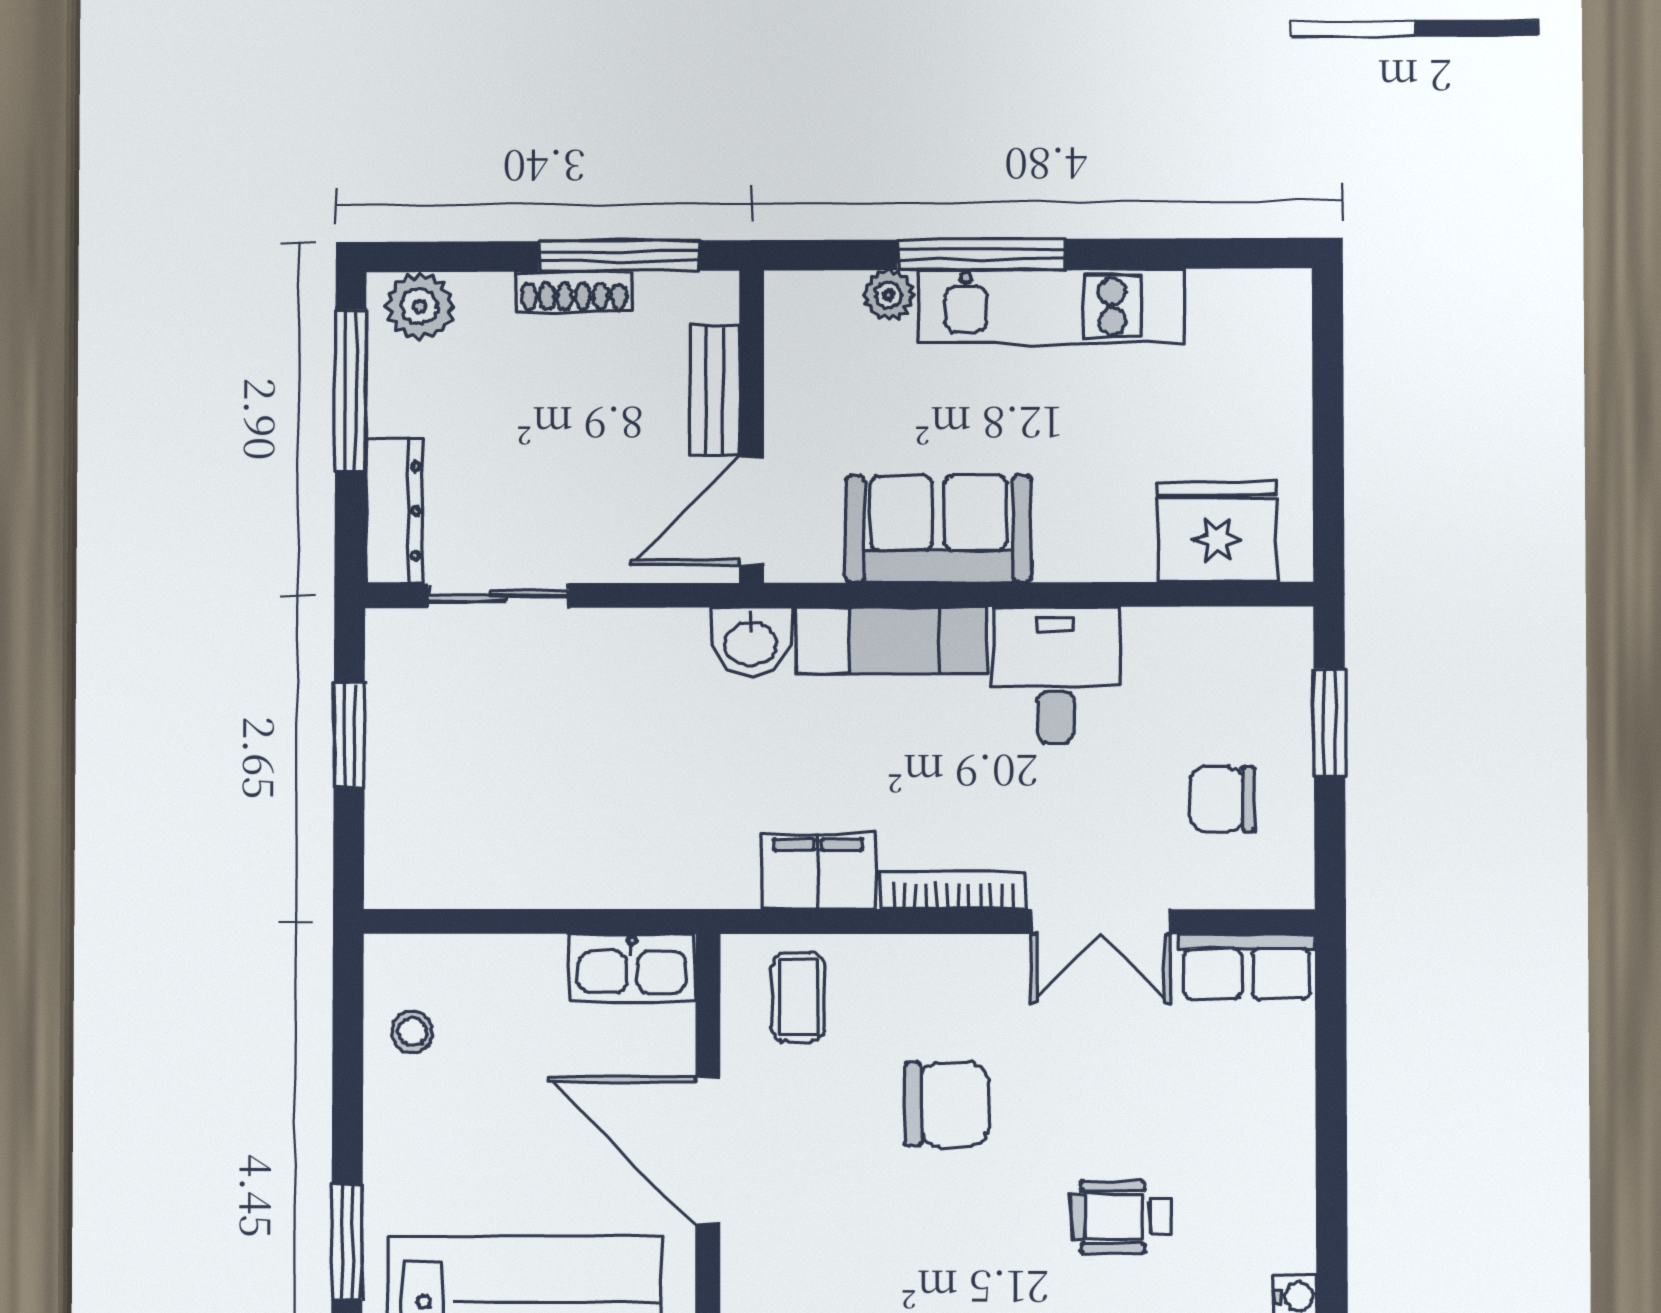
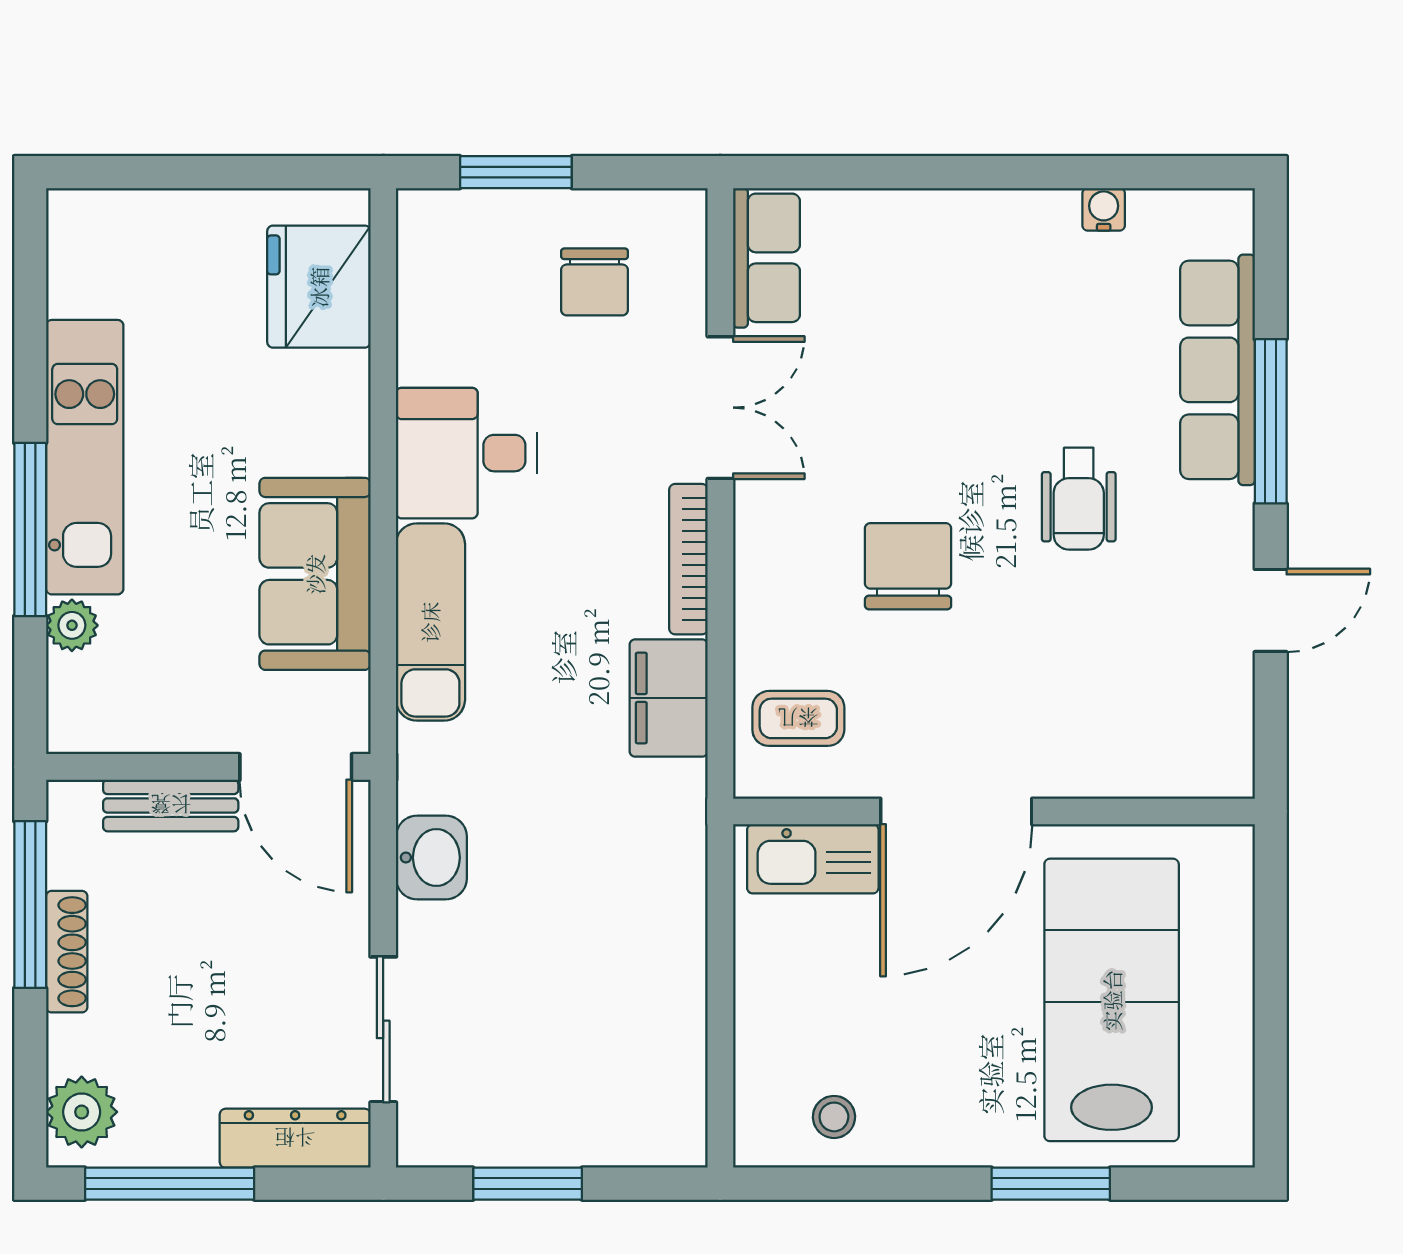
washbasin: (751, 642) -> (431, 858), moved
kitchen sink: (632, 967) -> (813, 859), moved, turned 90
wheelchair: (1121, 1217) -> (1079, 499), moved

